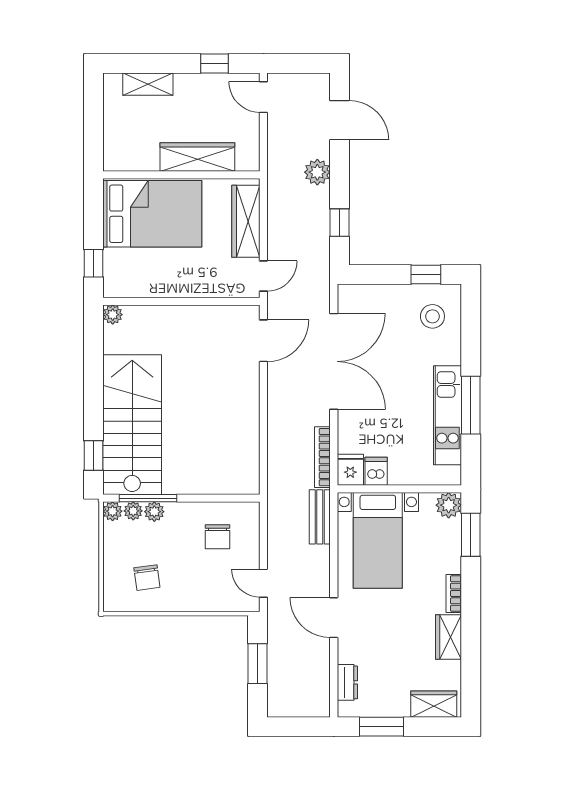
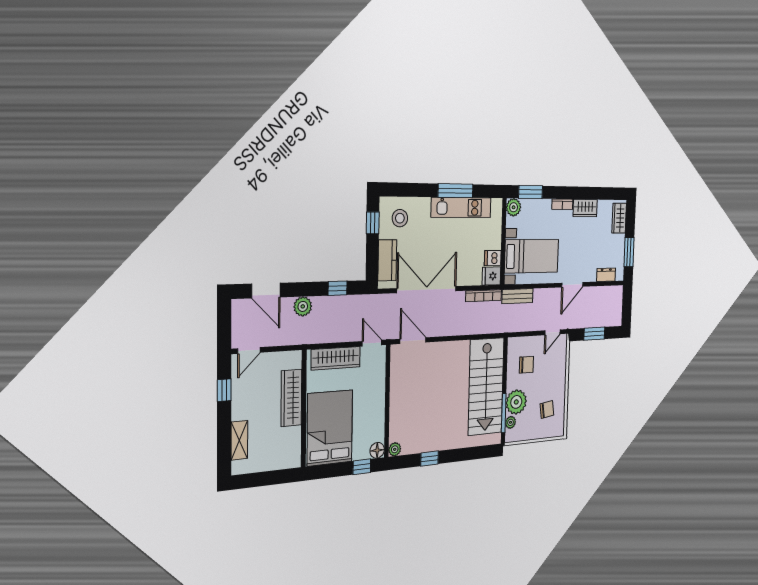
door: (340, 120) -> (266, 290), swing flipped
floor lamp: (114, 287) -> (377, 450), added
kitchen counter: (375, 298) -> (387, 260), added
stairs: (132, 425) -> (486, 387), moved, turned -90
window: (94, 455) -> (429, 458), moved
plant: (113, 511) -> (510, 436), removed
plant: (154, 512) -> (516, 402), width x1.88, depth x1.88

